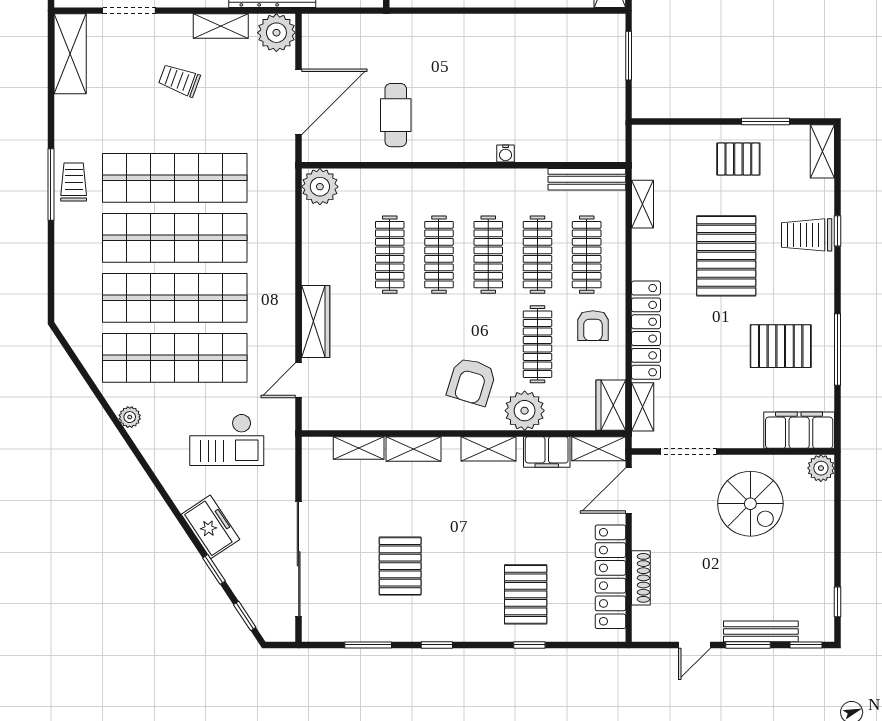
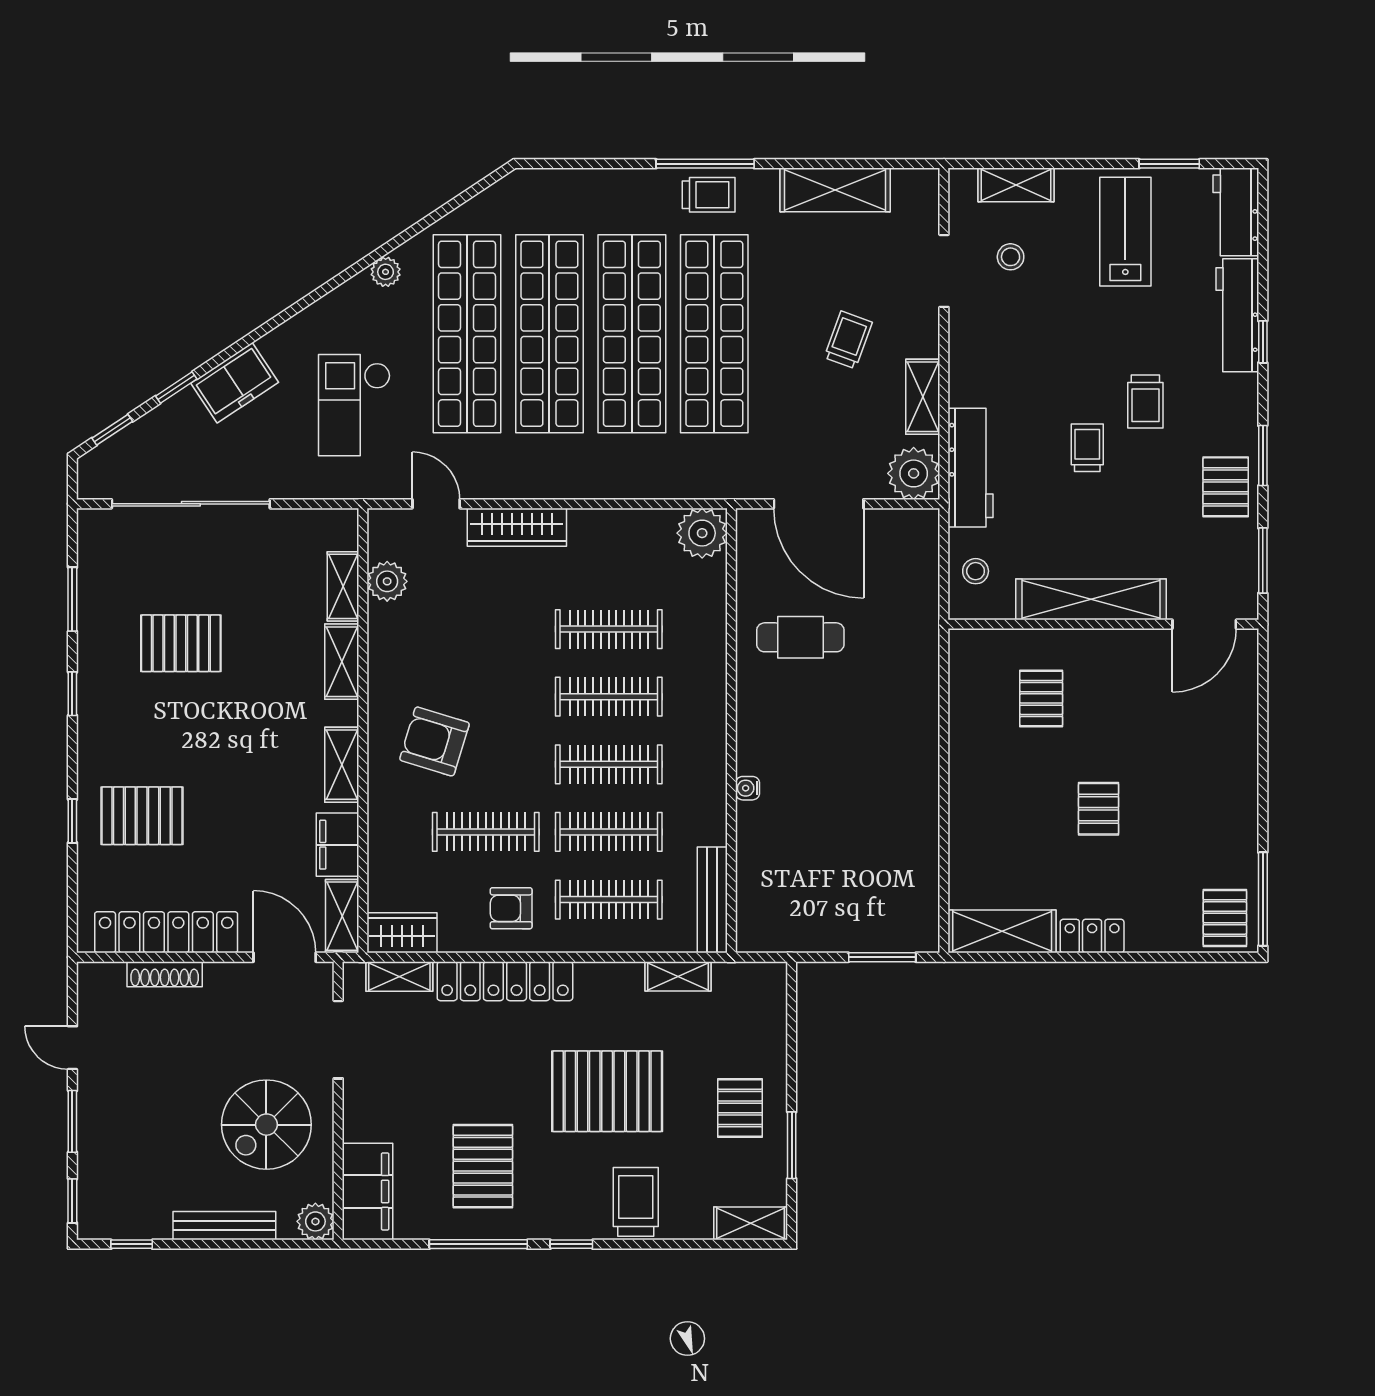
shelving: (70, 54) -> (835, 190), moved
window: (838, 231) -> (571, 1244), moved
plant: (525, 411) -> (387, 581), moved, width x0.73, depth x0.73
bench: (761, 631) -> (224, 1226), moved, turned 90

